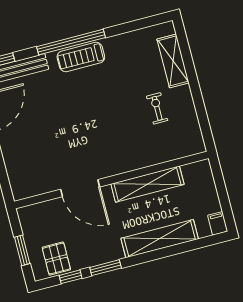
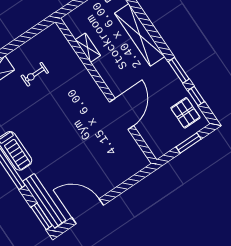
shelving: (147, 184) -> (88, 48), width x0.45, depth x0.75
pallet: (56, 259) -> (185, 113), turned 90

